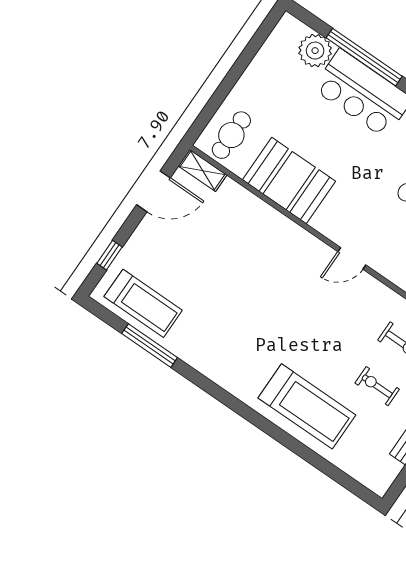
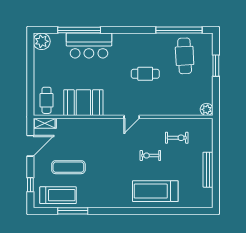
plant: (315, 51) -> (42, 41), moved
exercise mat: (192, 269) -> (68, 167), added
exercise bike: (377, 386) -> (150, 155), moved
treadmill: (307, 406) -> (155, 191), turned 180

